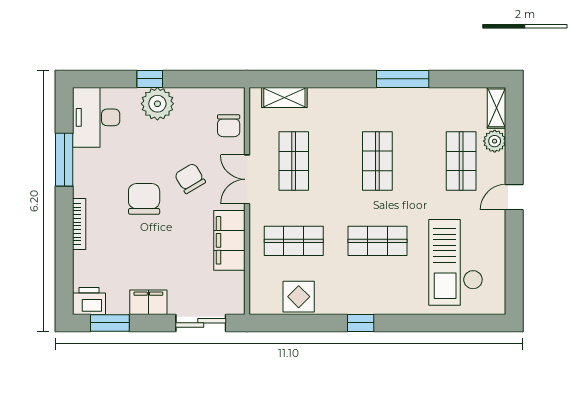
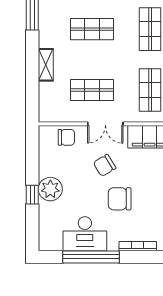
shelving: (284, 98) -> (46, 65), moved
desk: (96, 117) -> (85, 234), moved
window: (64, 160) -> (91, 257), width x1.46

